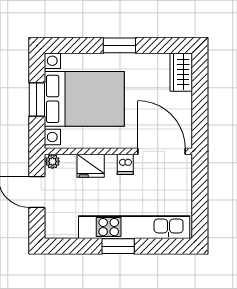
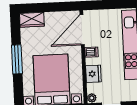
window: (119, 45) -> (17, 59), width x1.44

